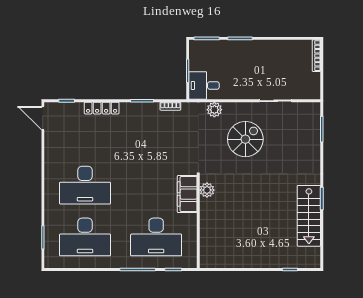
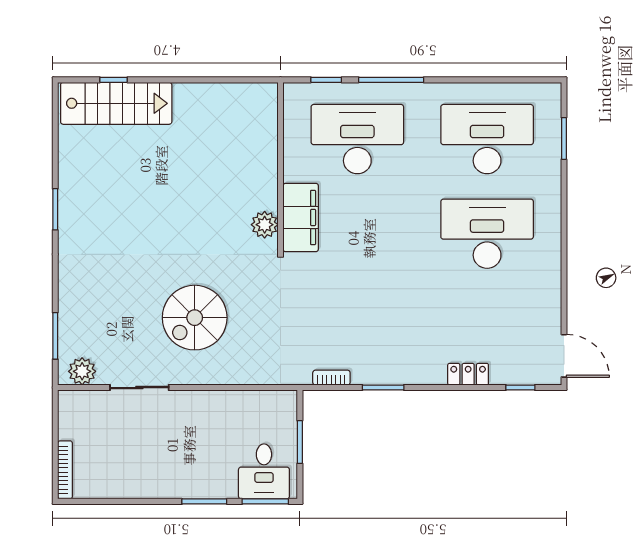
desk: (204, 85) -> (264, 471), moved, turned 90
locker: (102, 108) -> (468, 374), width x0.66
plant: (214, 110) -> (82, 371), moved
stairs: (309, 216) -> (116, 103), moved, turned 90

